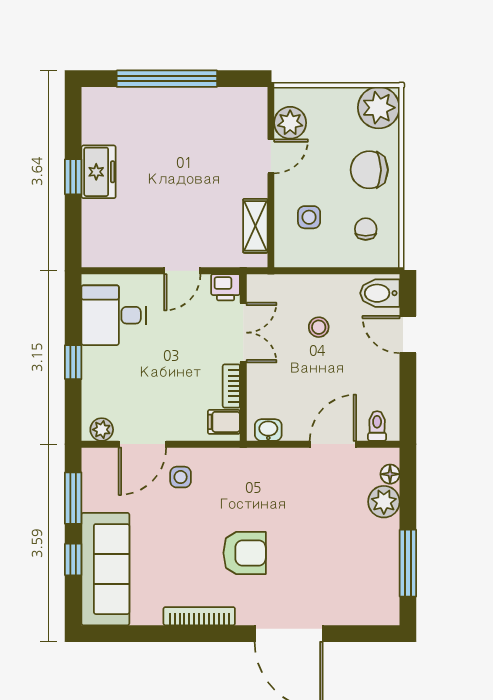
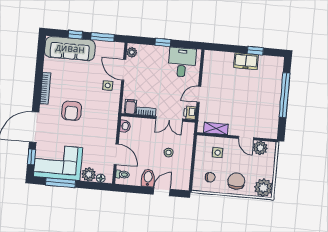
window: (73, 177) -> (255, 51), moved
door: (182, 271) -> (199, 94), hinge flipped
bidet: (380, 293) -> (148, 178), moved
corner sofa: (362, 573) -> (58, 162), added
window: (356, 634) -> (31, 157), added

